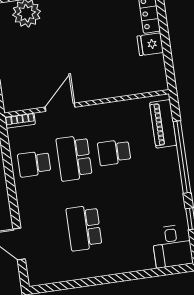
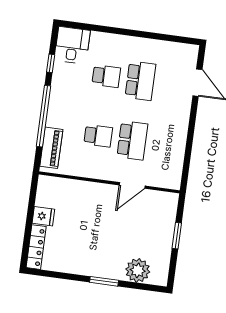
bookcase: (20, 121) -> (168, 184), removed
school desk: (34, 164) -> (106, 76), moved

